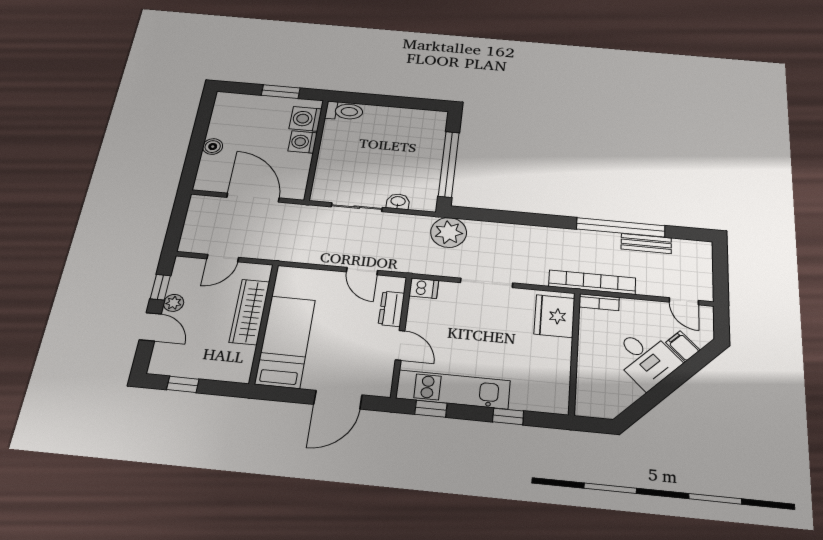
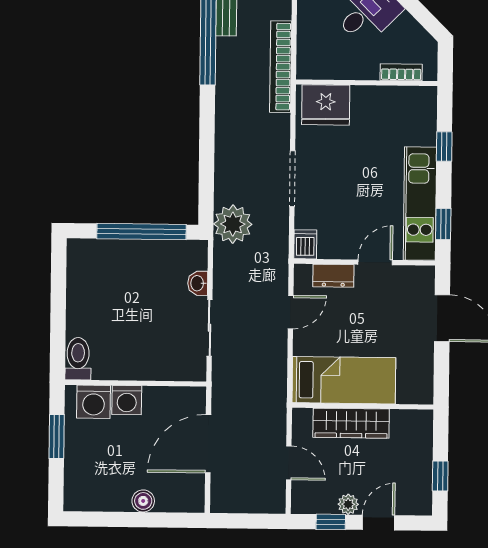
bookcase: (599, 302) -> (401, 72), moved, turned -90
bed: (285, 342) -> (344, 380), moved, turned 180

